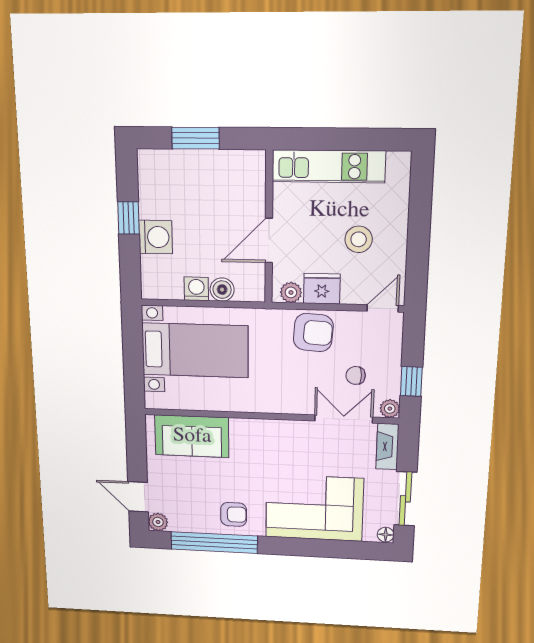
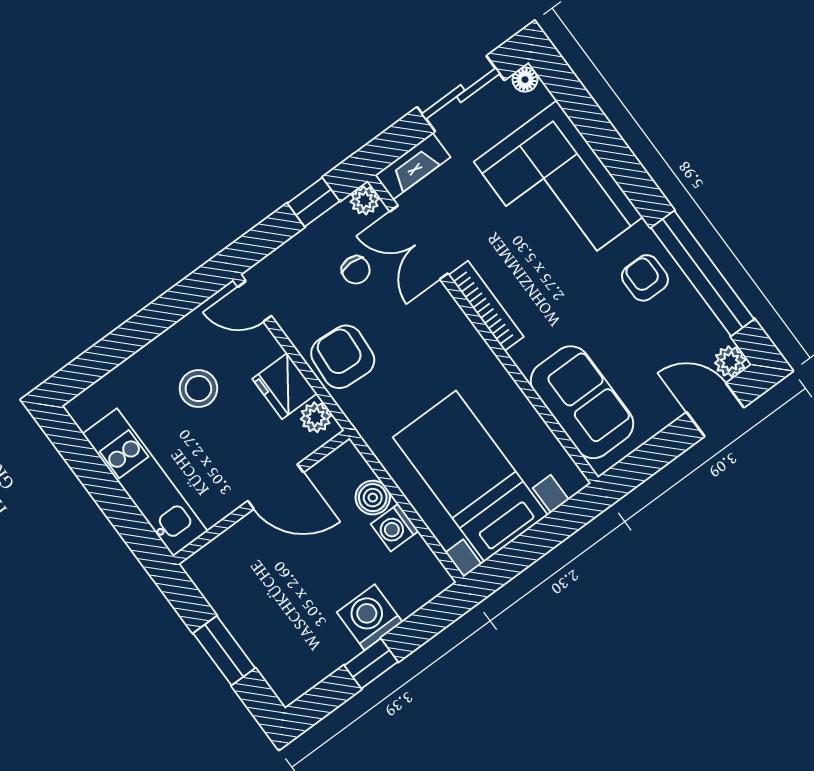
bookcase: (281, 427) -> (486, 306), added
door: (138, 497) -> (715, 410), swing flipped

